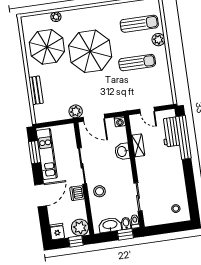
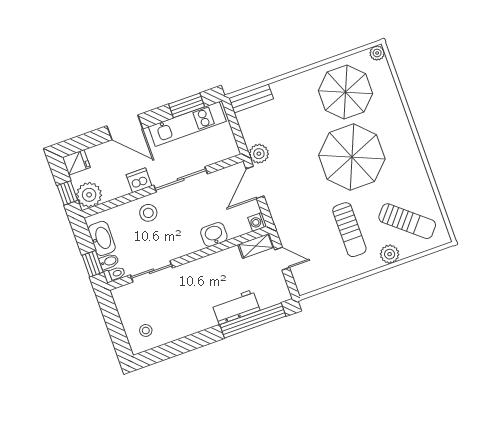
plant: (56, 17) -> (377, 53), moved
sun lounger: (139, 24) -> (407, 221), turned -50
bench: (36, 90) -> (251, 98), moved
door: (147, 110) -> (282, 259), swing flipped
workbench: (170, 132) -> (236, 307), moved
shelving: (138, 145) -> (256, 246), moved

